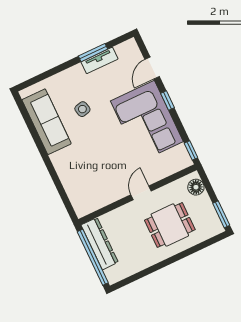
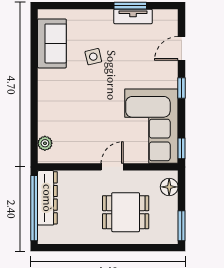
corner sofa: (147, 121) -> (151, 126), moved
sofa: (47, 122) -> (52, 43), width x0.73
plant: (76, 199) -> (45, 143), added

